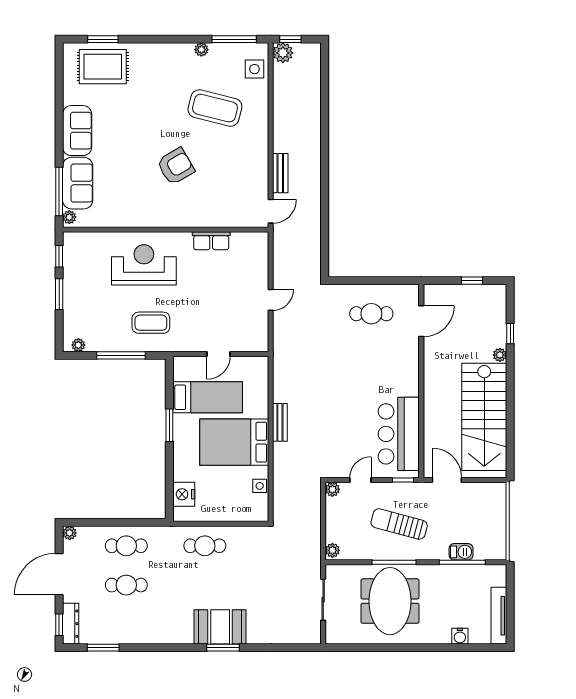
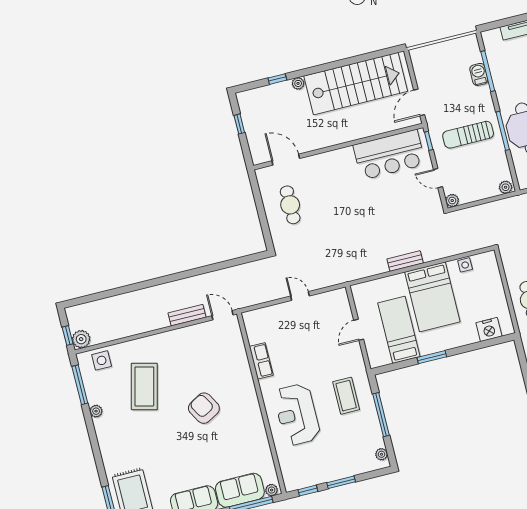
door: (219, 354) -> (359, 330), swing flipped
sun lounger: (399, 524) -> (468, 135), turned 75

